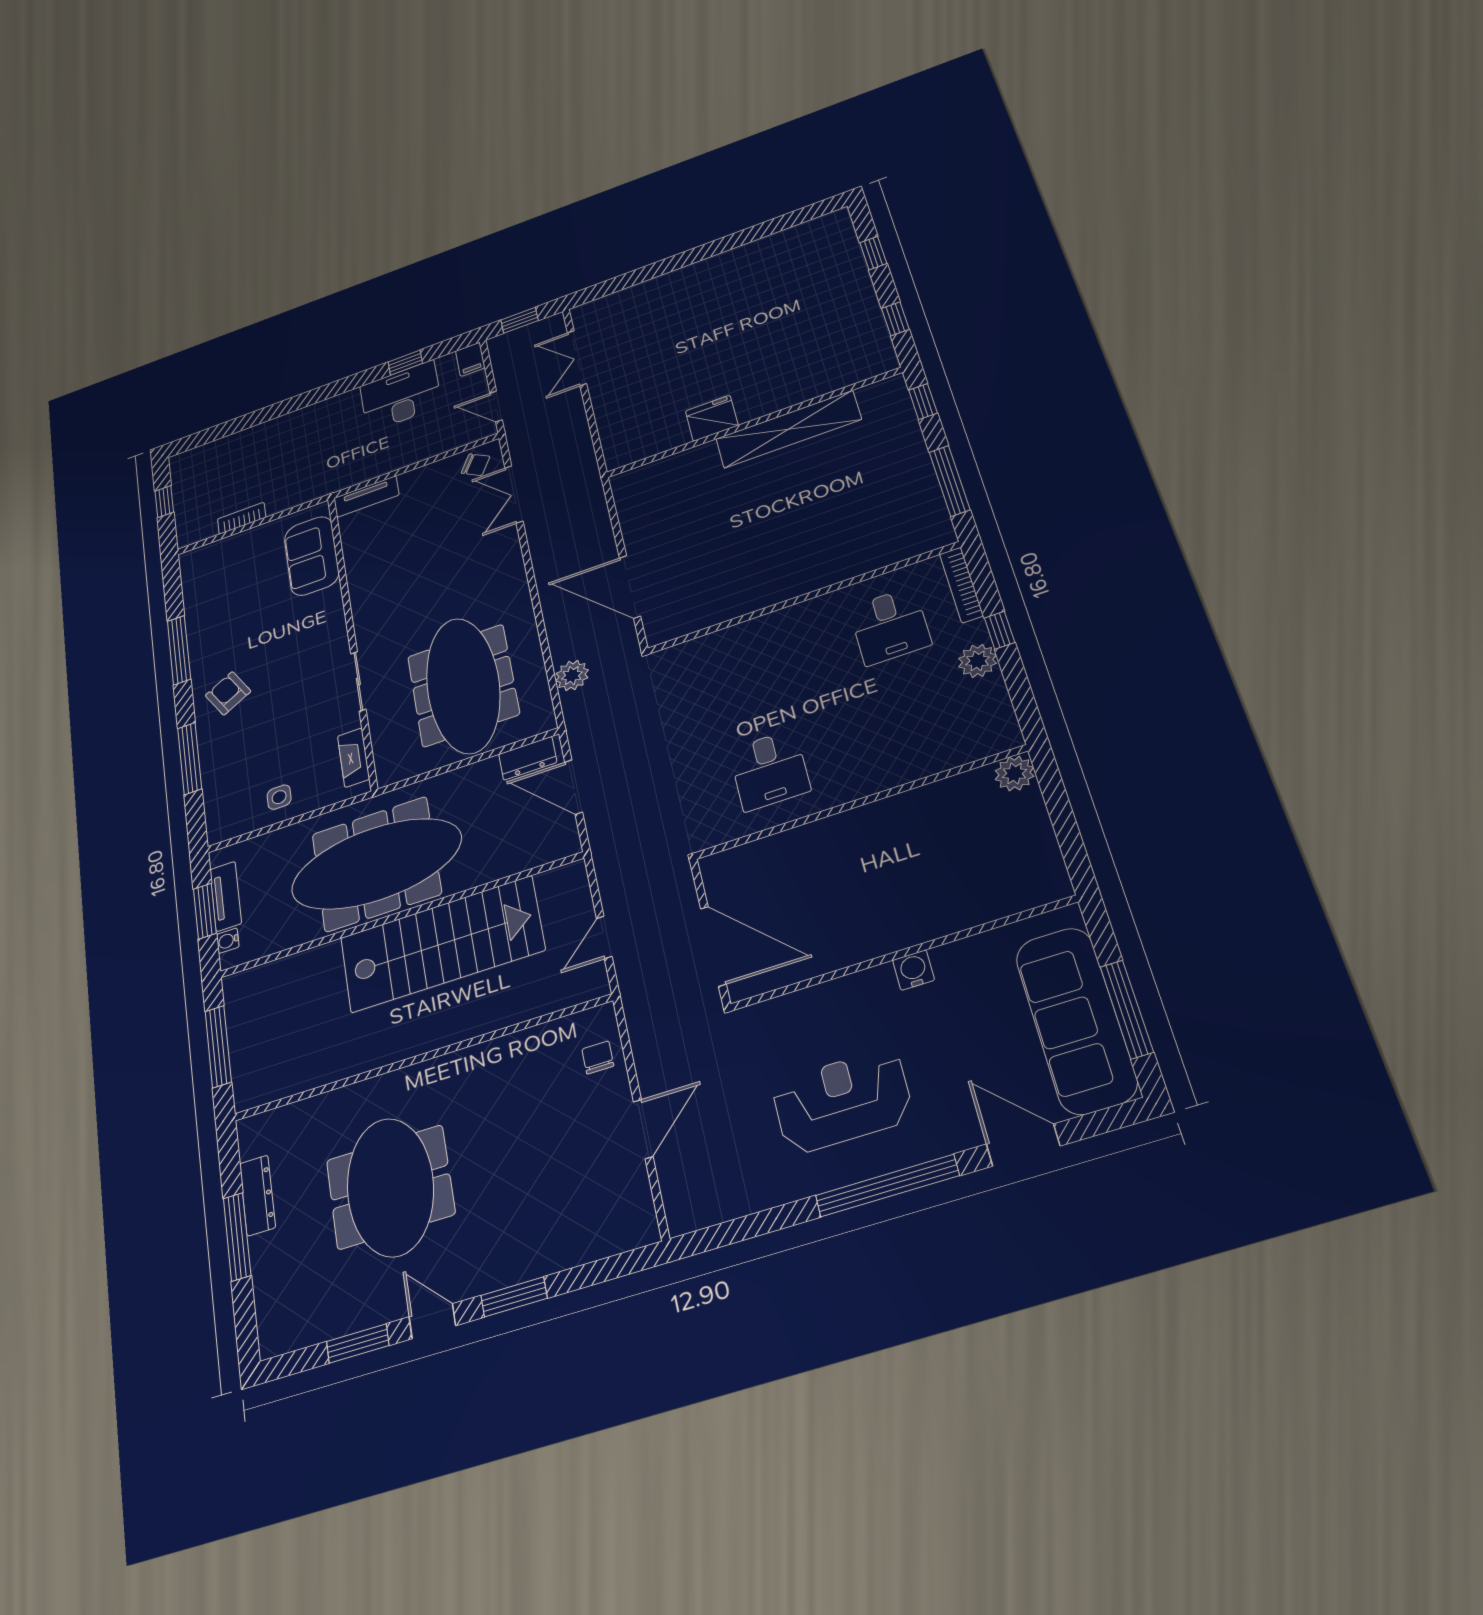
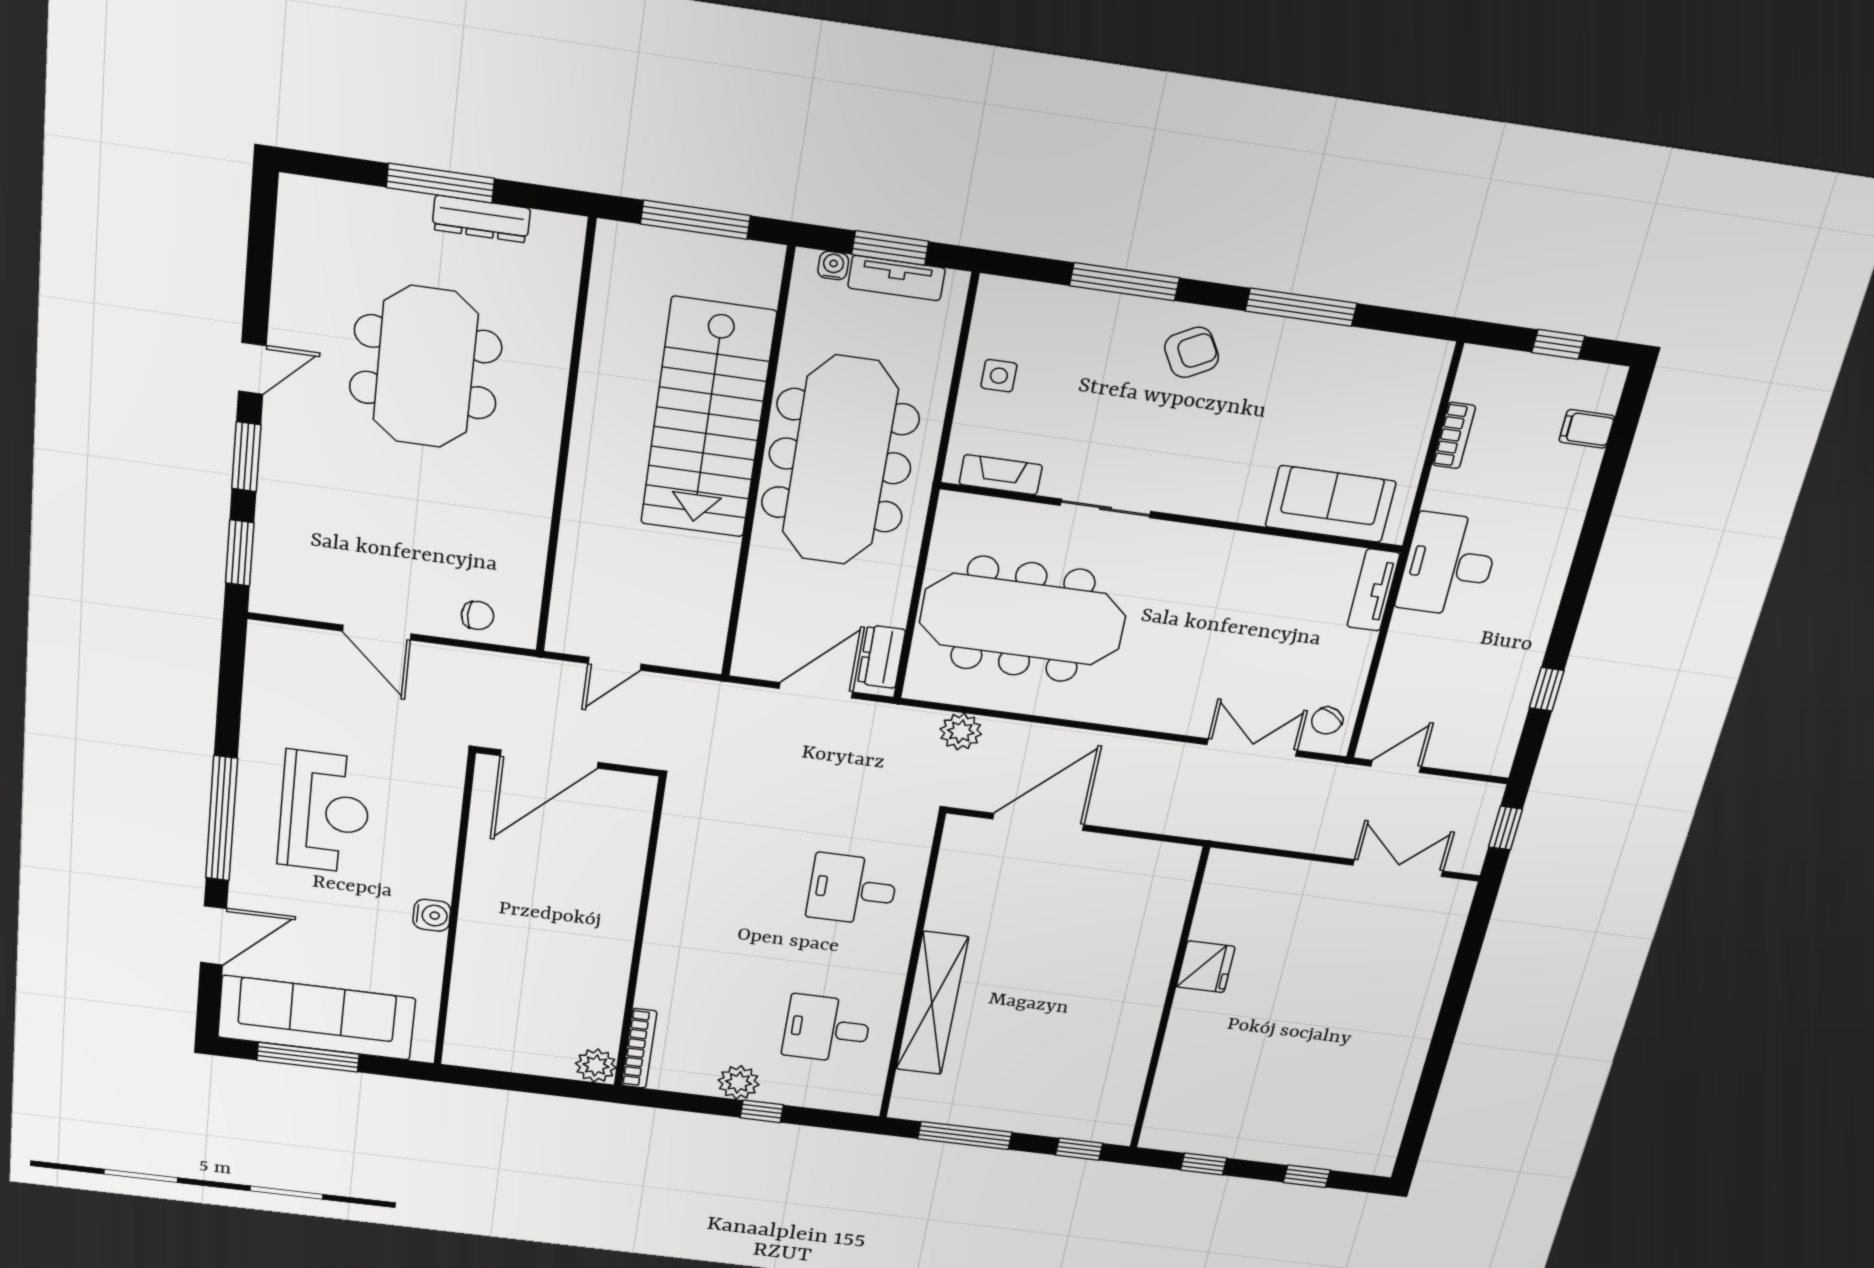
filing cabinet: (470, 359) -> (1587, 429), moved
desk: (401, 396) -> (1448, 565), moved, turned 180
shelving: (788, 429) -> (932, 1003), moved
bookcase: (961, 585) -> (639, 1048), moved, turned 90
desk: (770, 770) -> (852, 889), moved
door: (604, 937) -> (615, 664), swing flipped
stairs: (442, 944) -> (708, 419), moved
meeting table: (390, 1187) -> (425, 367), turned 90
window: (358, 1343) -> (240, 553), moved

